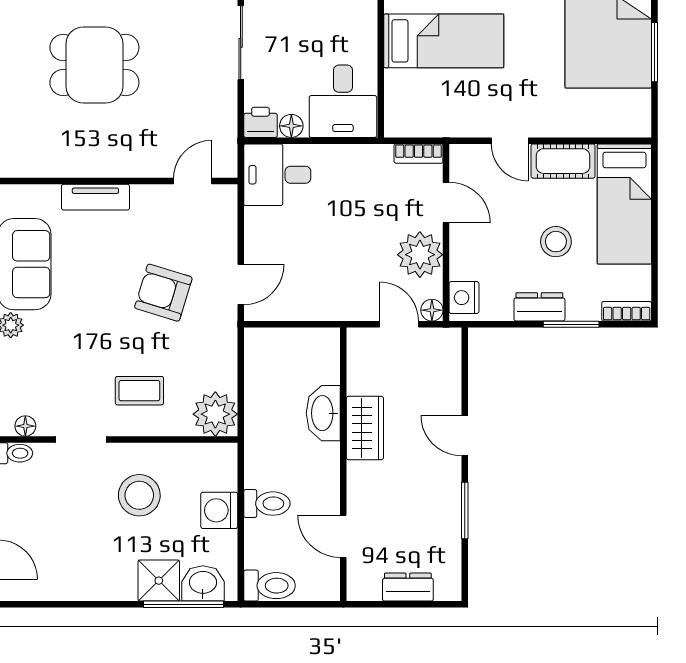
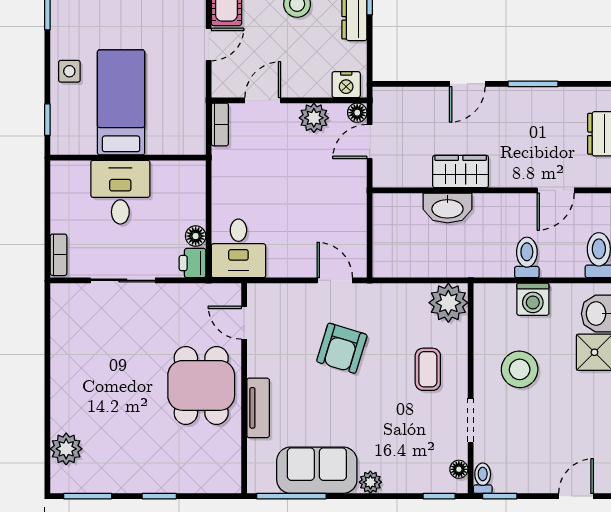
dining table: (94, 65) -> (201, 385), moved
desk: (343, 101) -> (120, 192), moved, turned -90
plant: (420, 255) -> (314, 118), width x0.73, depth x0.73

